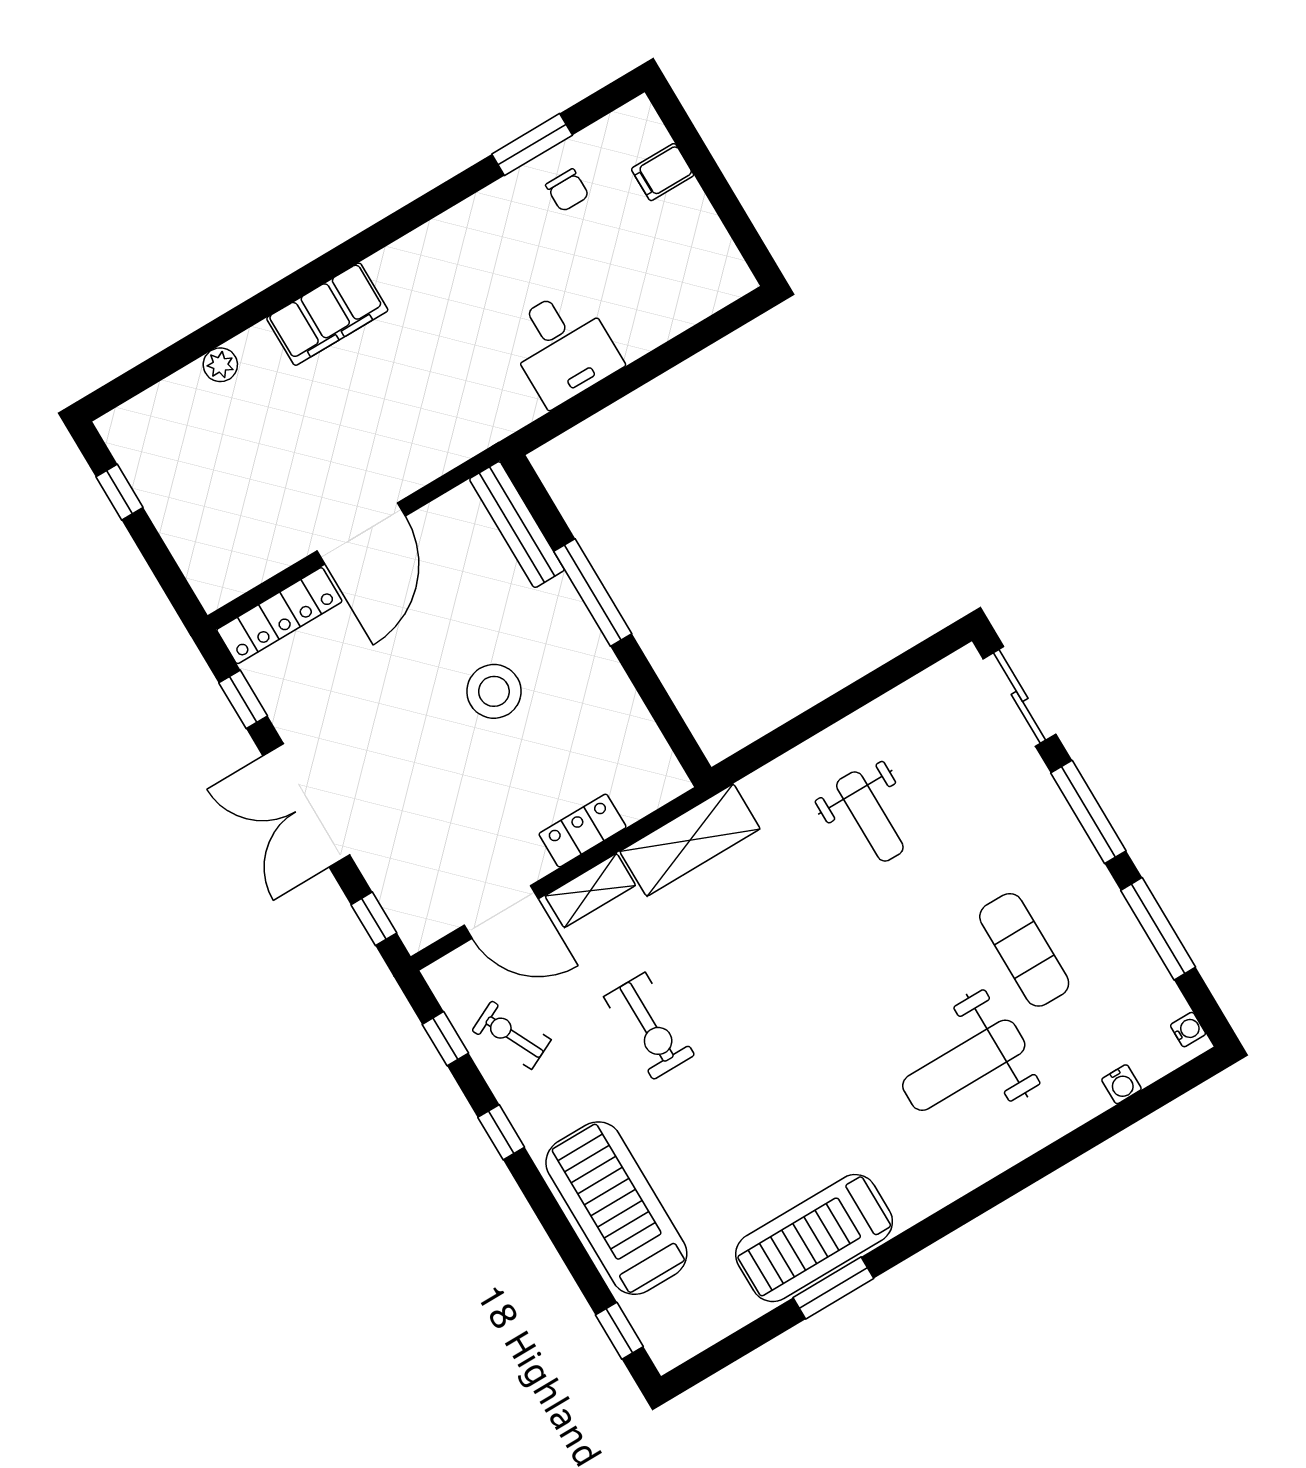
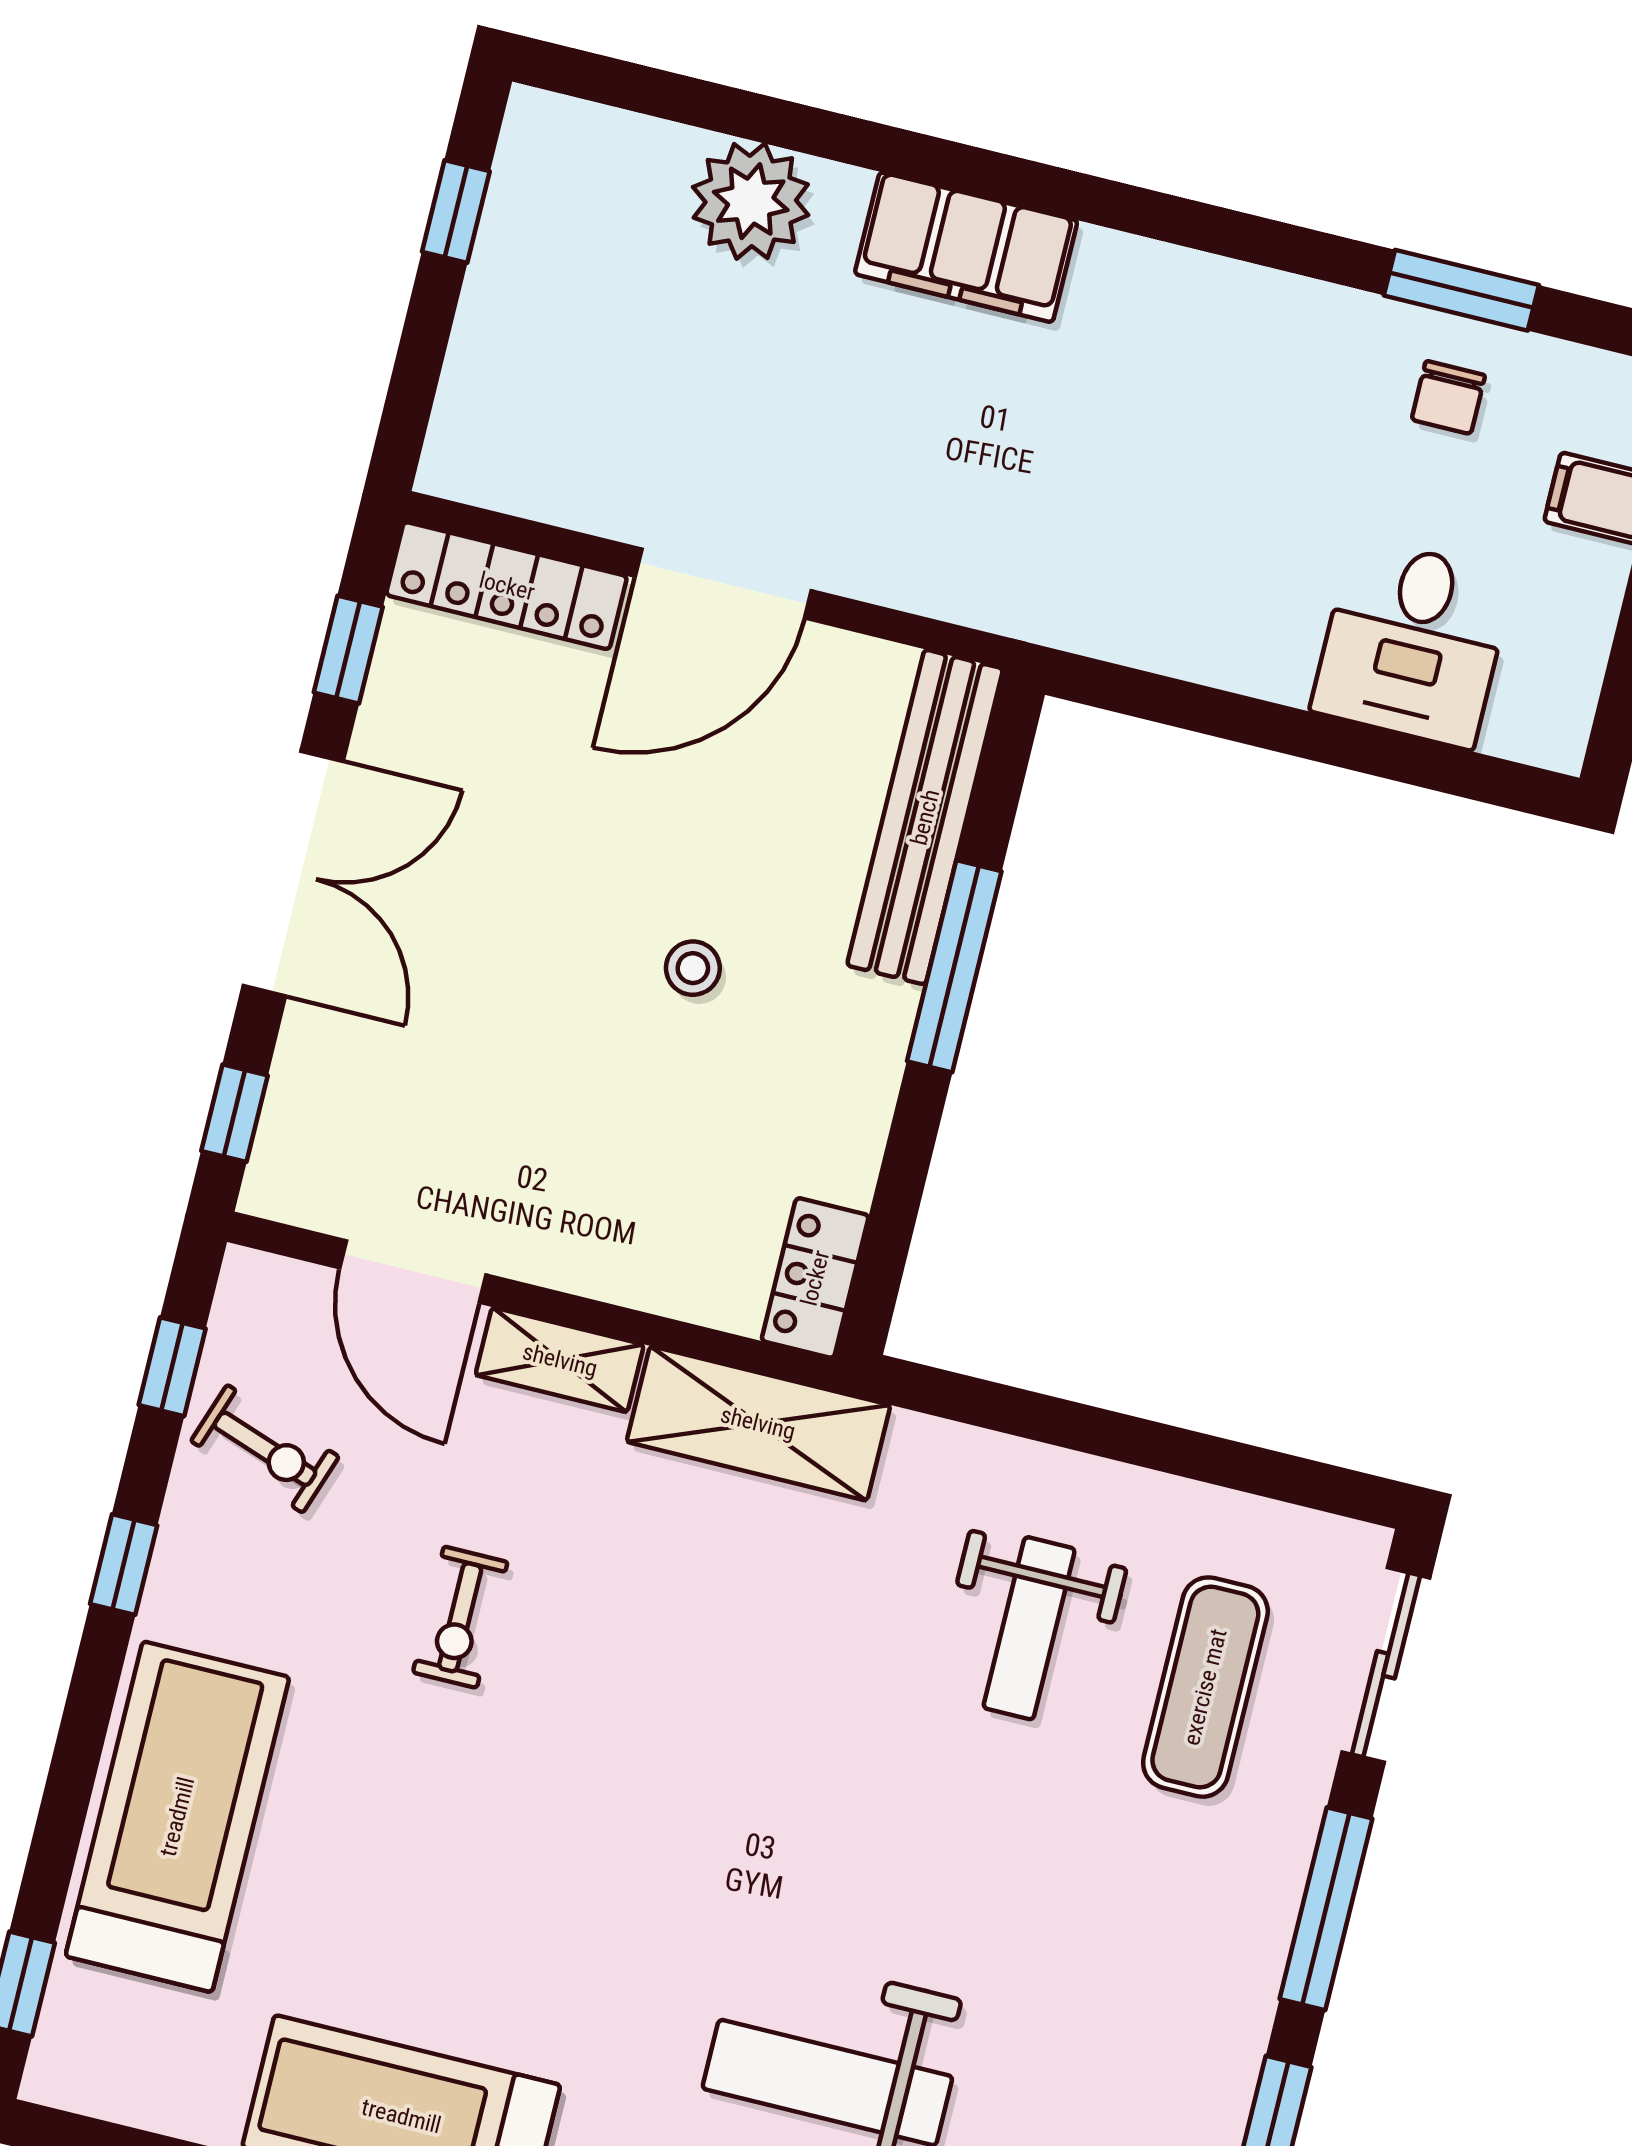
desk: (563, 347) -> (1413, 643), moved
plant: (220, 365) -> (751, 201), width x1.88, depth x1.88
bench: (517, 525) -> (925, 817), width x1.37, depth x1.21
stool: (494, 691) -> (693, 968), width x0.53, depth x0.53
double door: (306, 805) -> (293, 873), swing flipped
locker: (583, 831) -> (815, 1278), moved, turned -90
exercise mat: (1024, 950) -> (1205, 1687), moved
exercise bike: (649, 1026) -> (460, 1617), width x0.73, depth x0.72
exercise bike: (512, 1035) -> (265, 1449), turned 135

